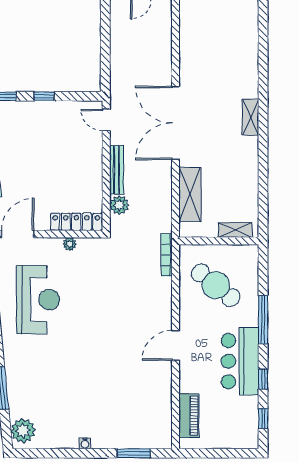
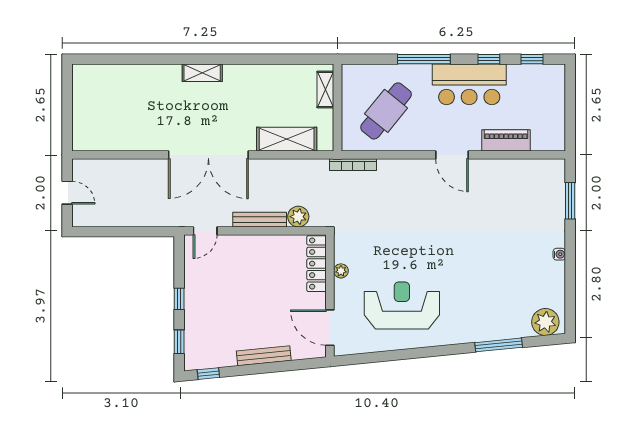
piano: (189, 416) -> (506, 140), moved

